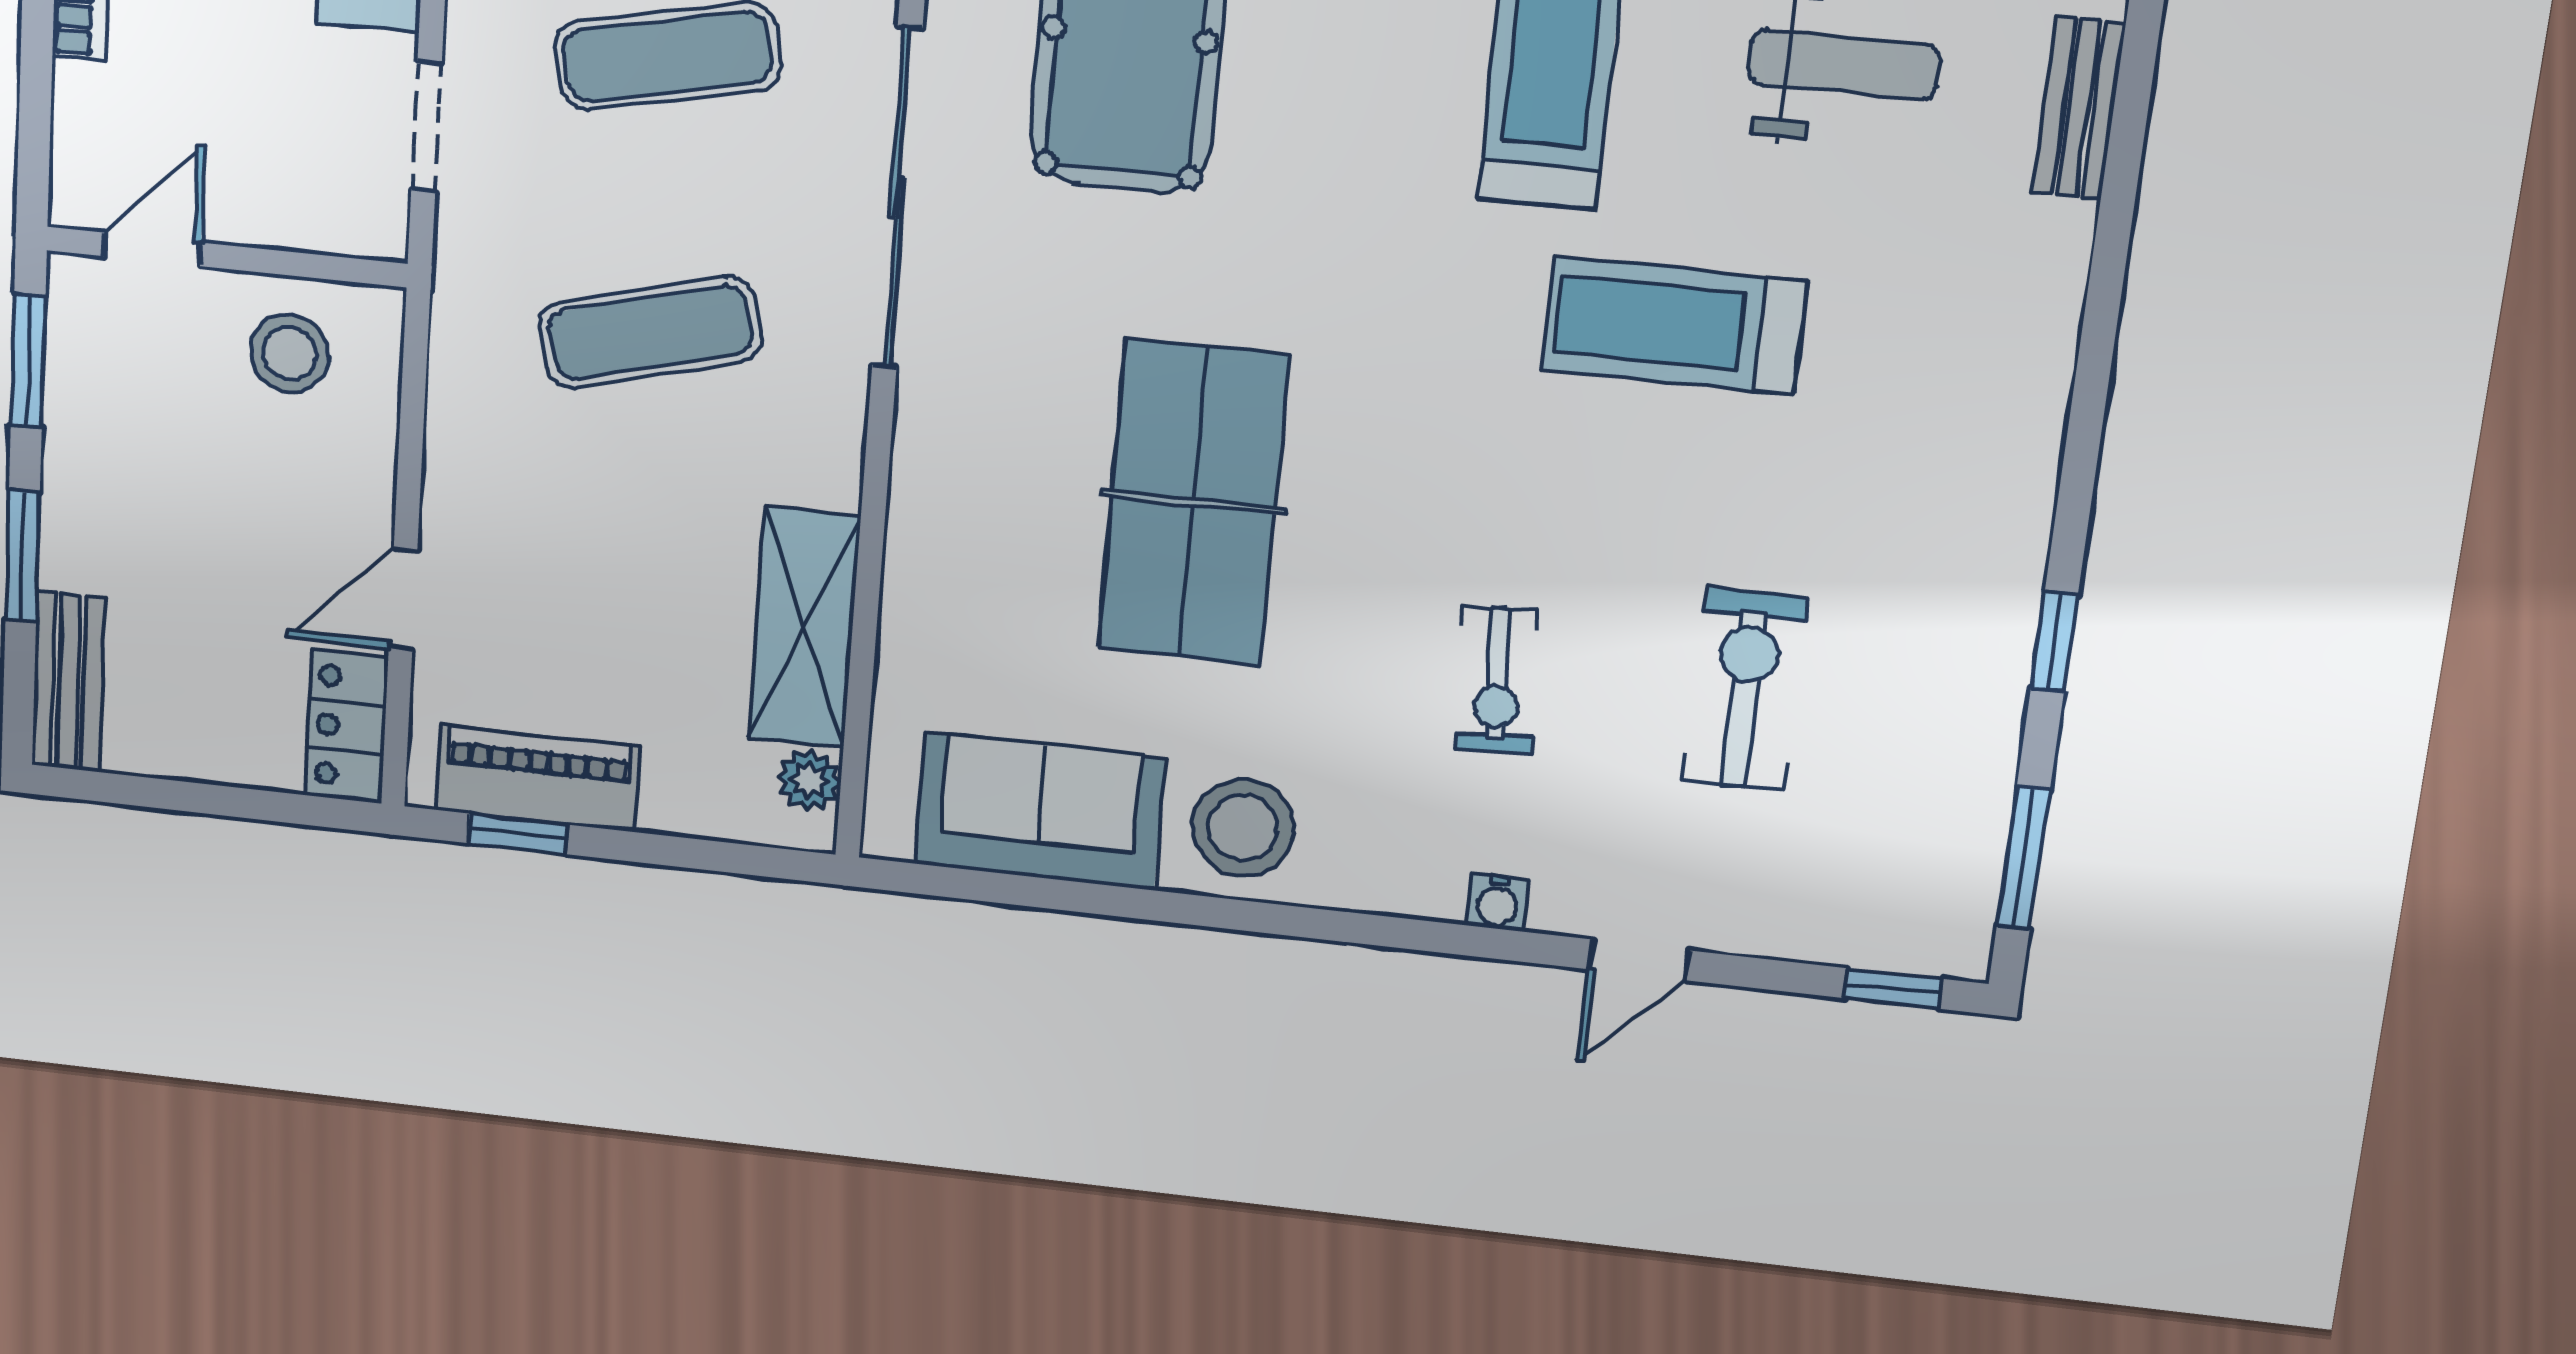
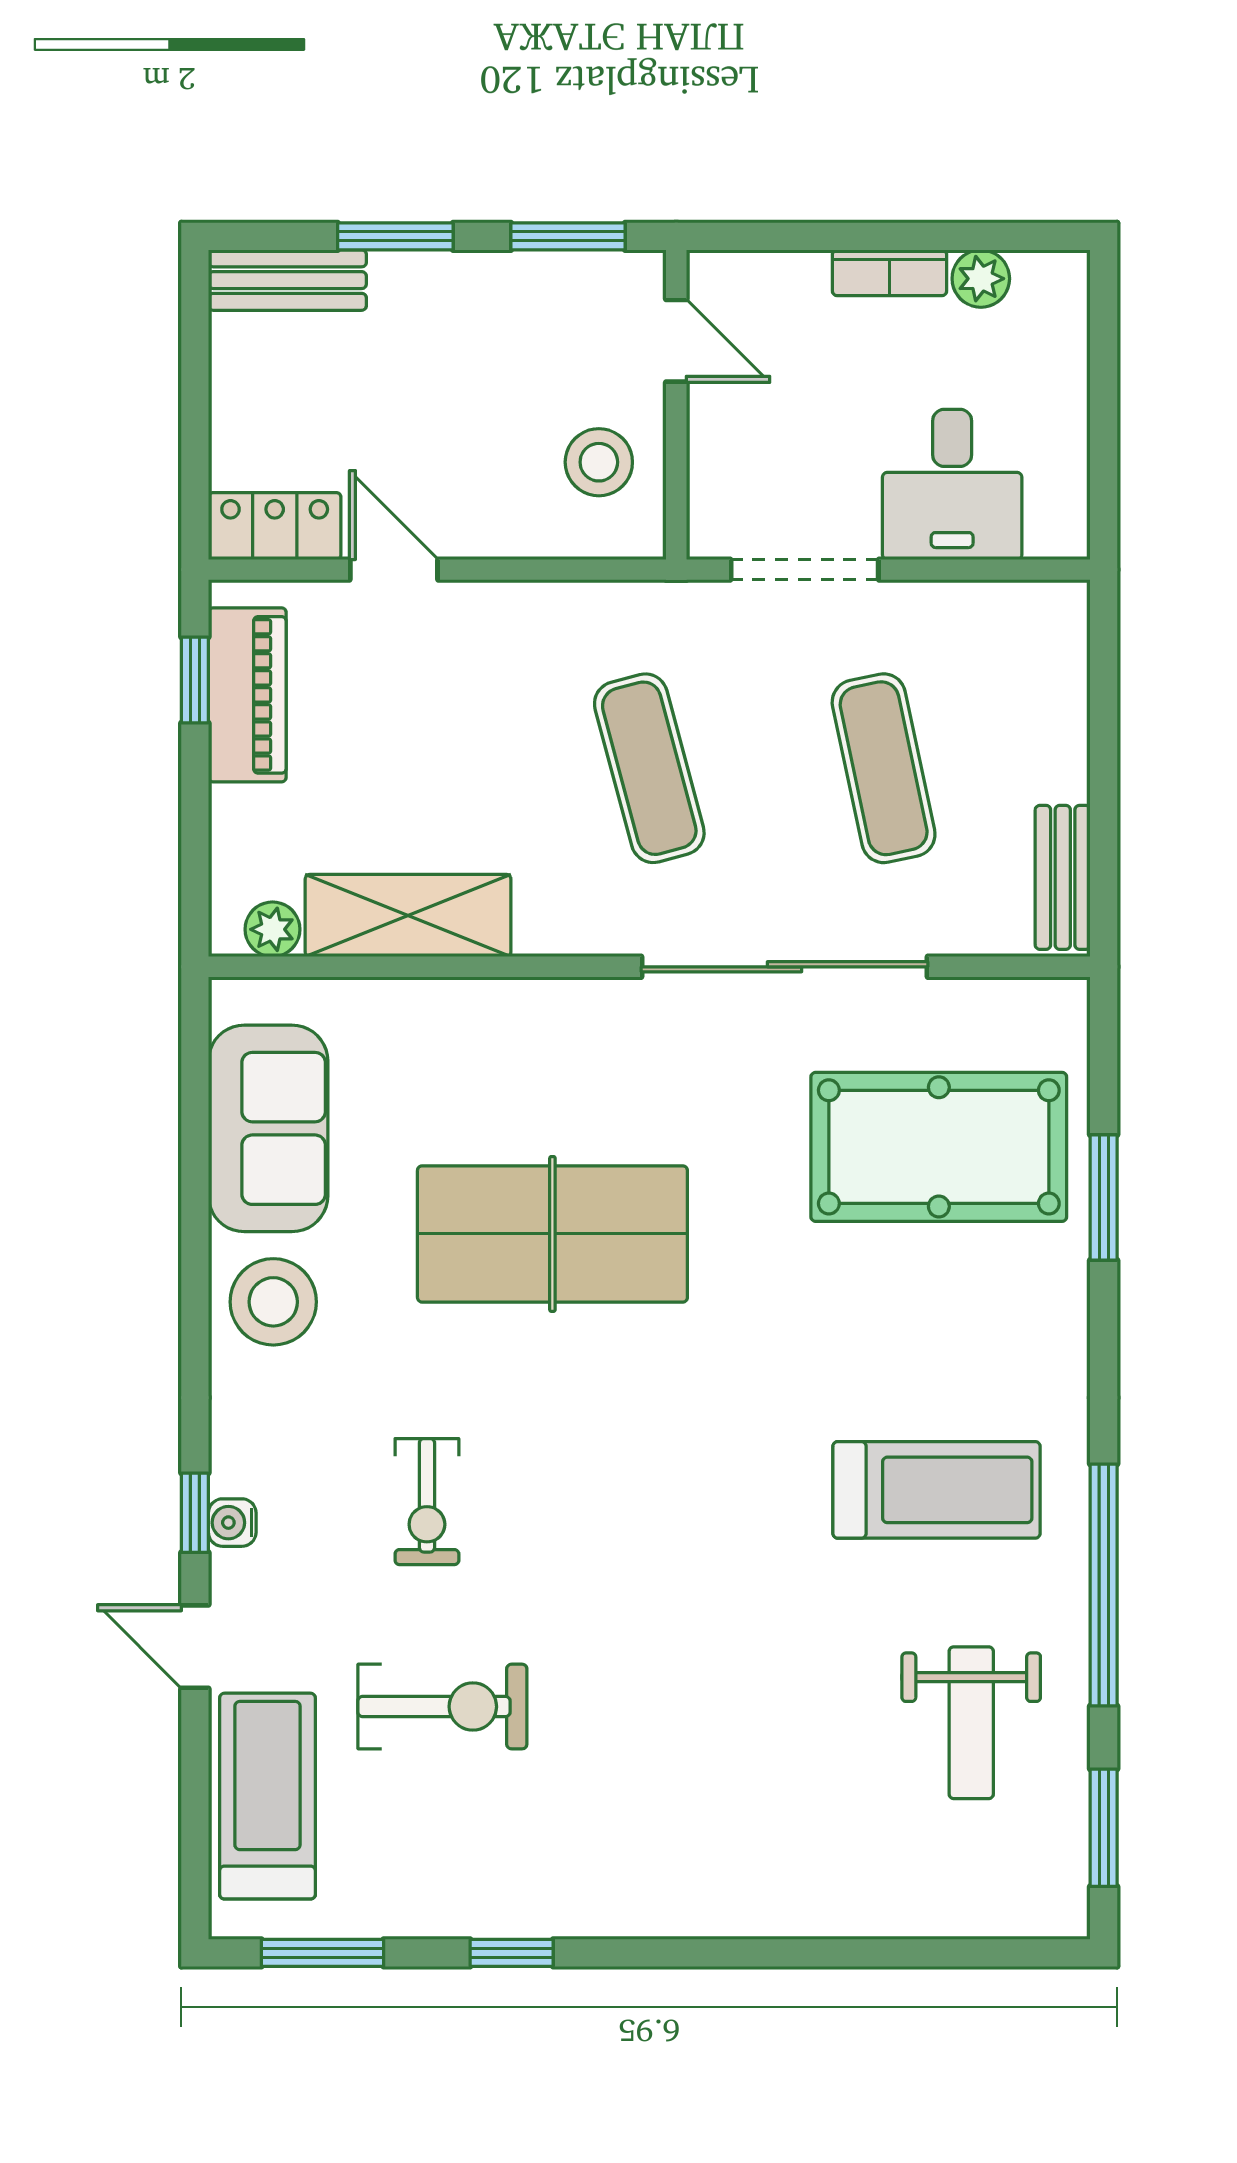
bench: (2079, 108) -> (955, 1912), removed
doorway: (426, 126) -> (805, 570), width x1.38
treadmill: (1674, 325) -> (267, 1796), moved
exercise bike: (1497, 680) -> (427, 1502), turned -86
window: (1893, 988) -> (195, 1513), moved

